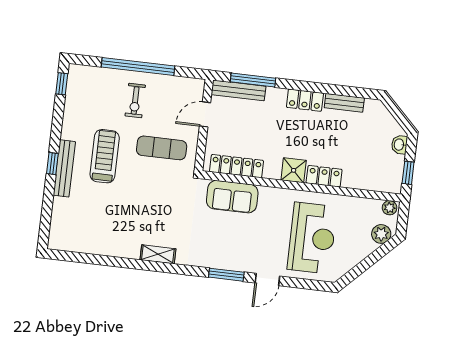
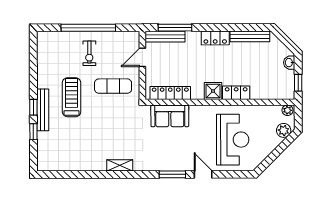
window: (62, 84) -> (33, 132), moved
bench: (344, 103) -> (250, 36), width x1.36
door: (267, 280) -> (203, 174), swing flipped

